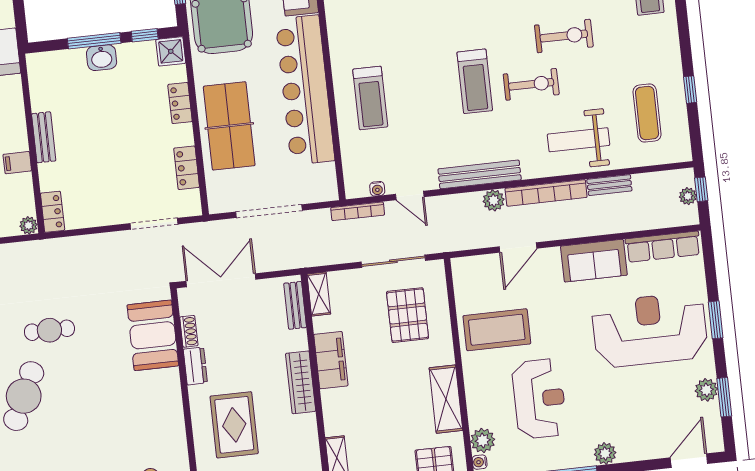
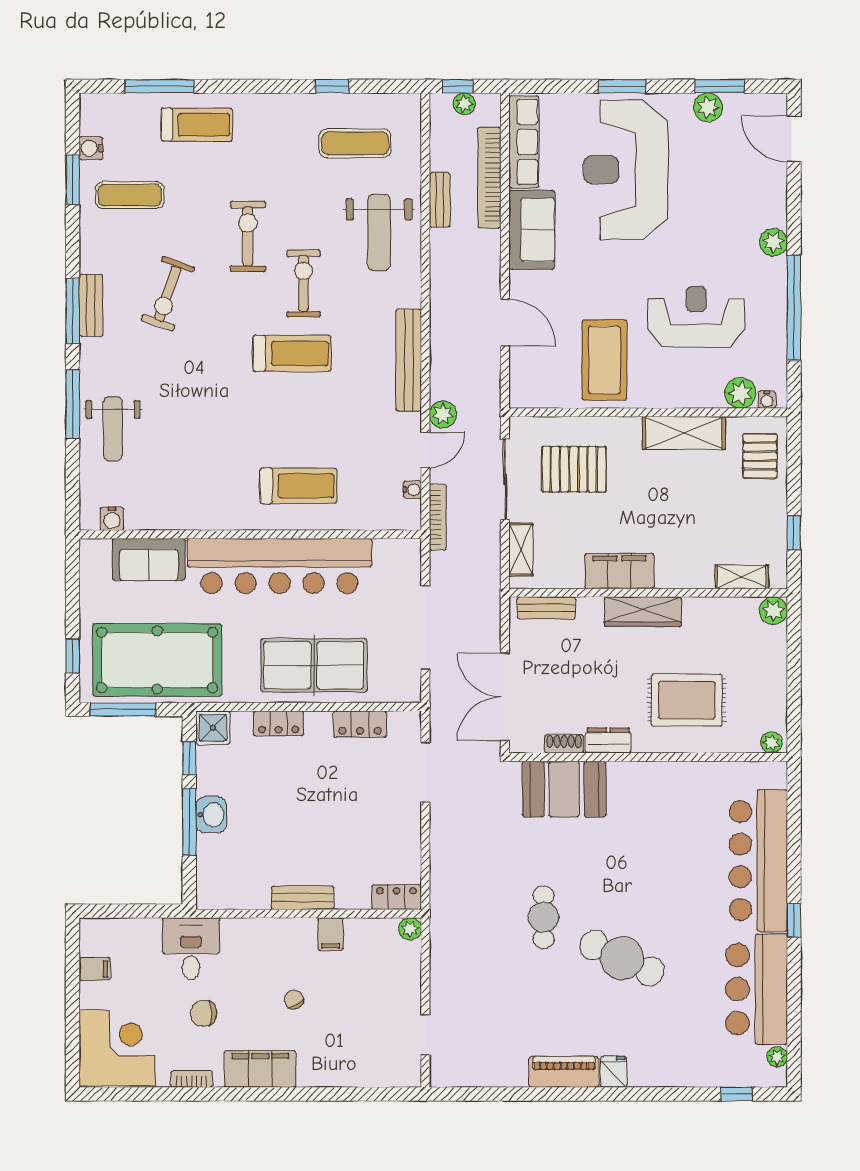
bookcase: (546, 193) -> (489, 177), moved, turned 180
plant: (494, 200) -> (443, 414), moved
shelving: (319, 294) -> (521, 550), moved, turned 90

